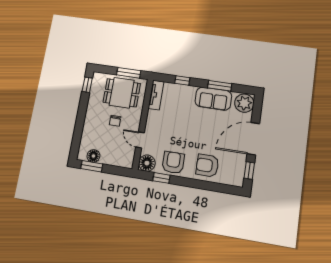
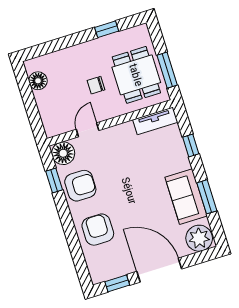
window: (87, 85) -> (107, 29), moved
window: (92, 166) -> (24, 85), removed

